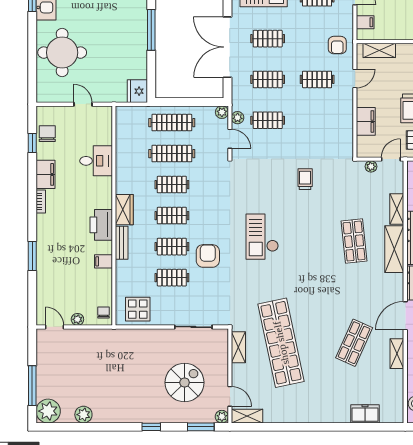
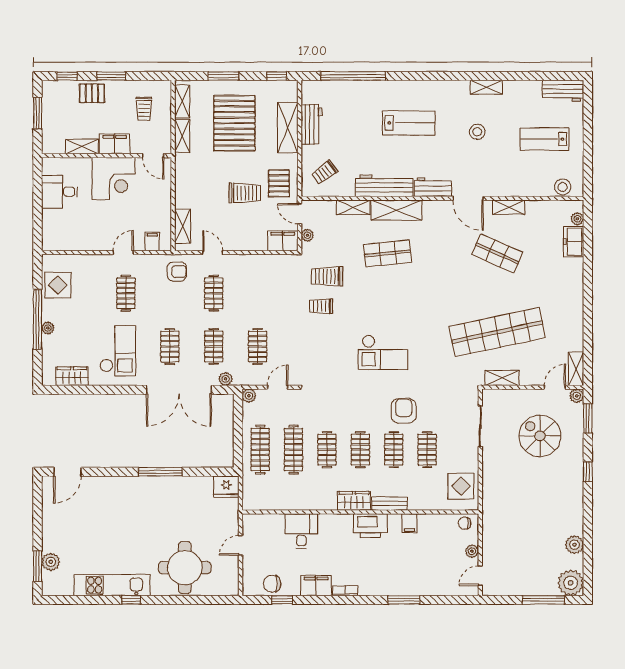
plant: (238, 118) -> (226, 379), moved
filing cabinet: (366, 121) -> (283, 241), moved
trolley: (333, 185) -> (327, 276), added
armchair: (208, 256) -> (404, 411), turned 90
plant: (386, 417) -> (577, 219), added

